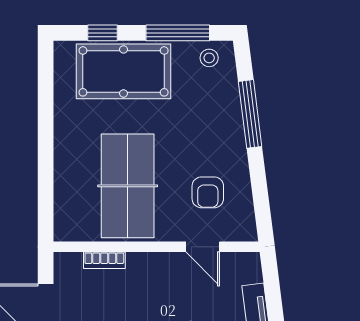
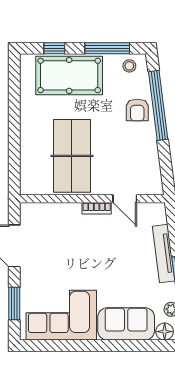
window: (250, 114) -> (158, 105), width x1.46
armchair: (208, 192) -> (137, 110), moved
bookcase: (104, 260) -> (97, 208), moved

